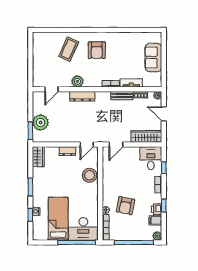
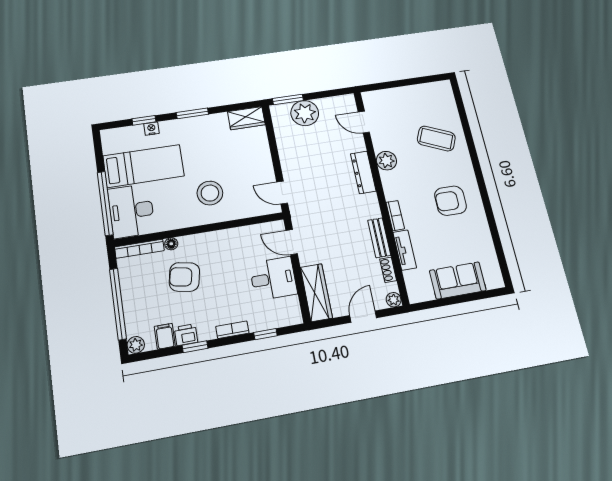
armchair: (97, 50) -> (450, 201), moved
dresser: (67, 151) -> (264, 163), removed
desk: (151, 158) -> (273, 279), moved
stool: (90, 175) -> (210, 193), moved

